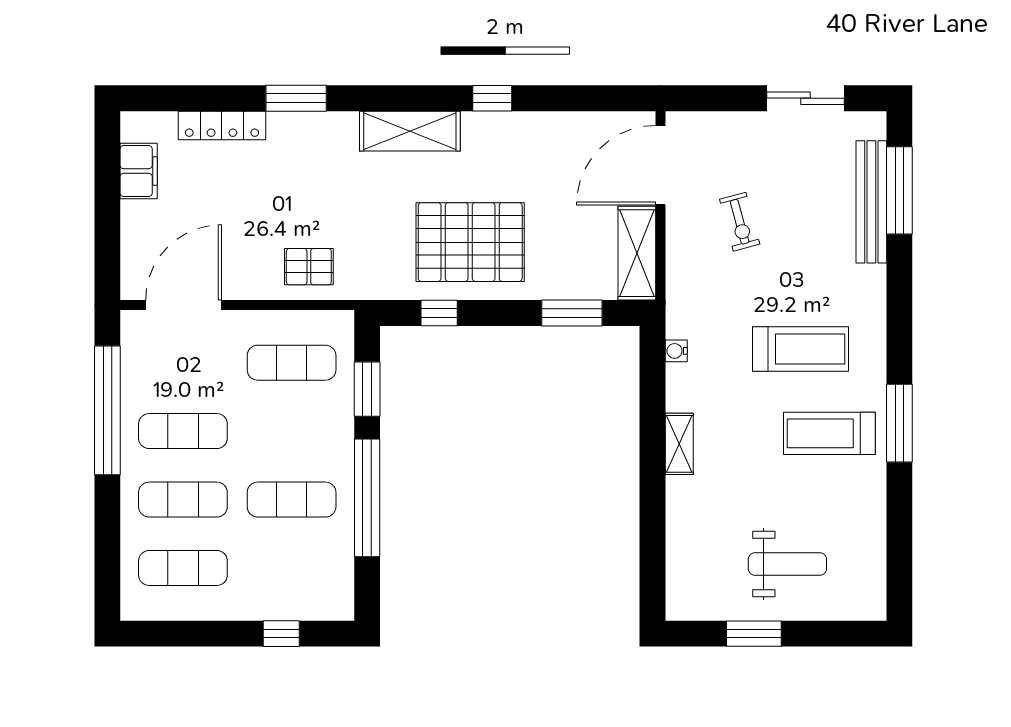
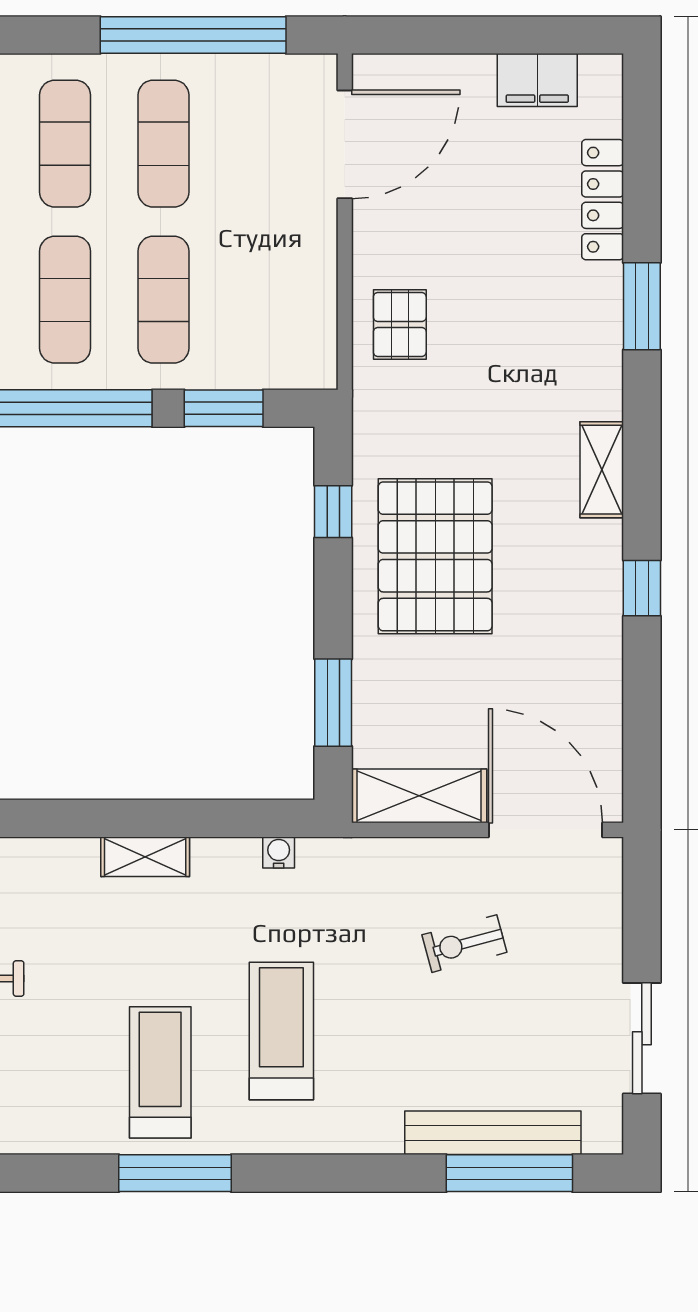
shelving: (410, 131) -> (602, 470), width x0.67, depth x0.75
door: (184, 305) -> (345, 144), hinge flipped
treadmill: (801, 349) -> (281, 1031), turned 180
exercise mat: (292, 363) -> (163, 300), moved

